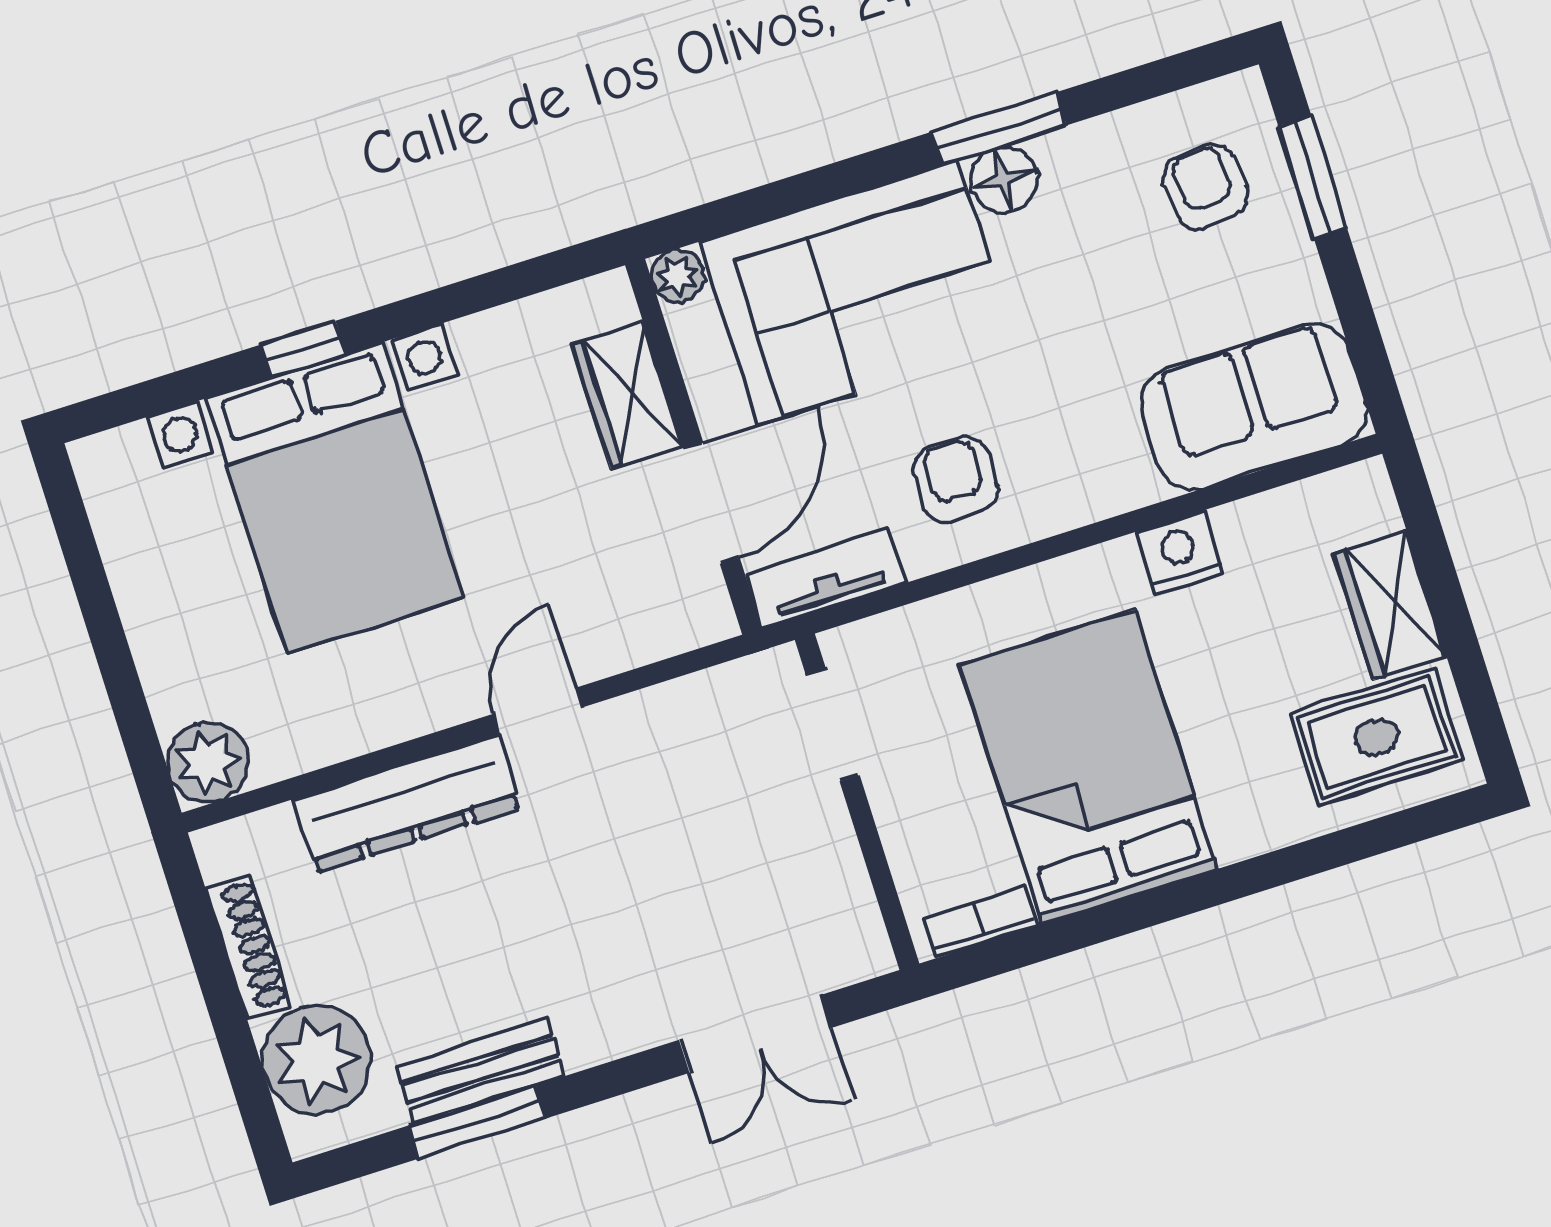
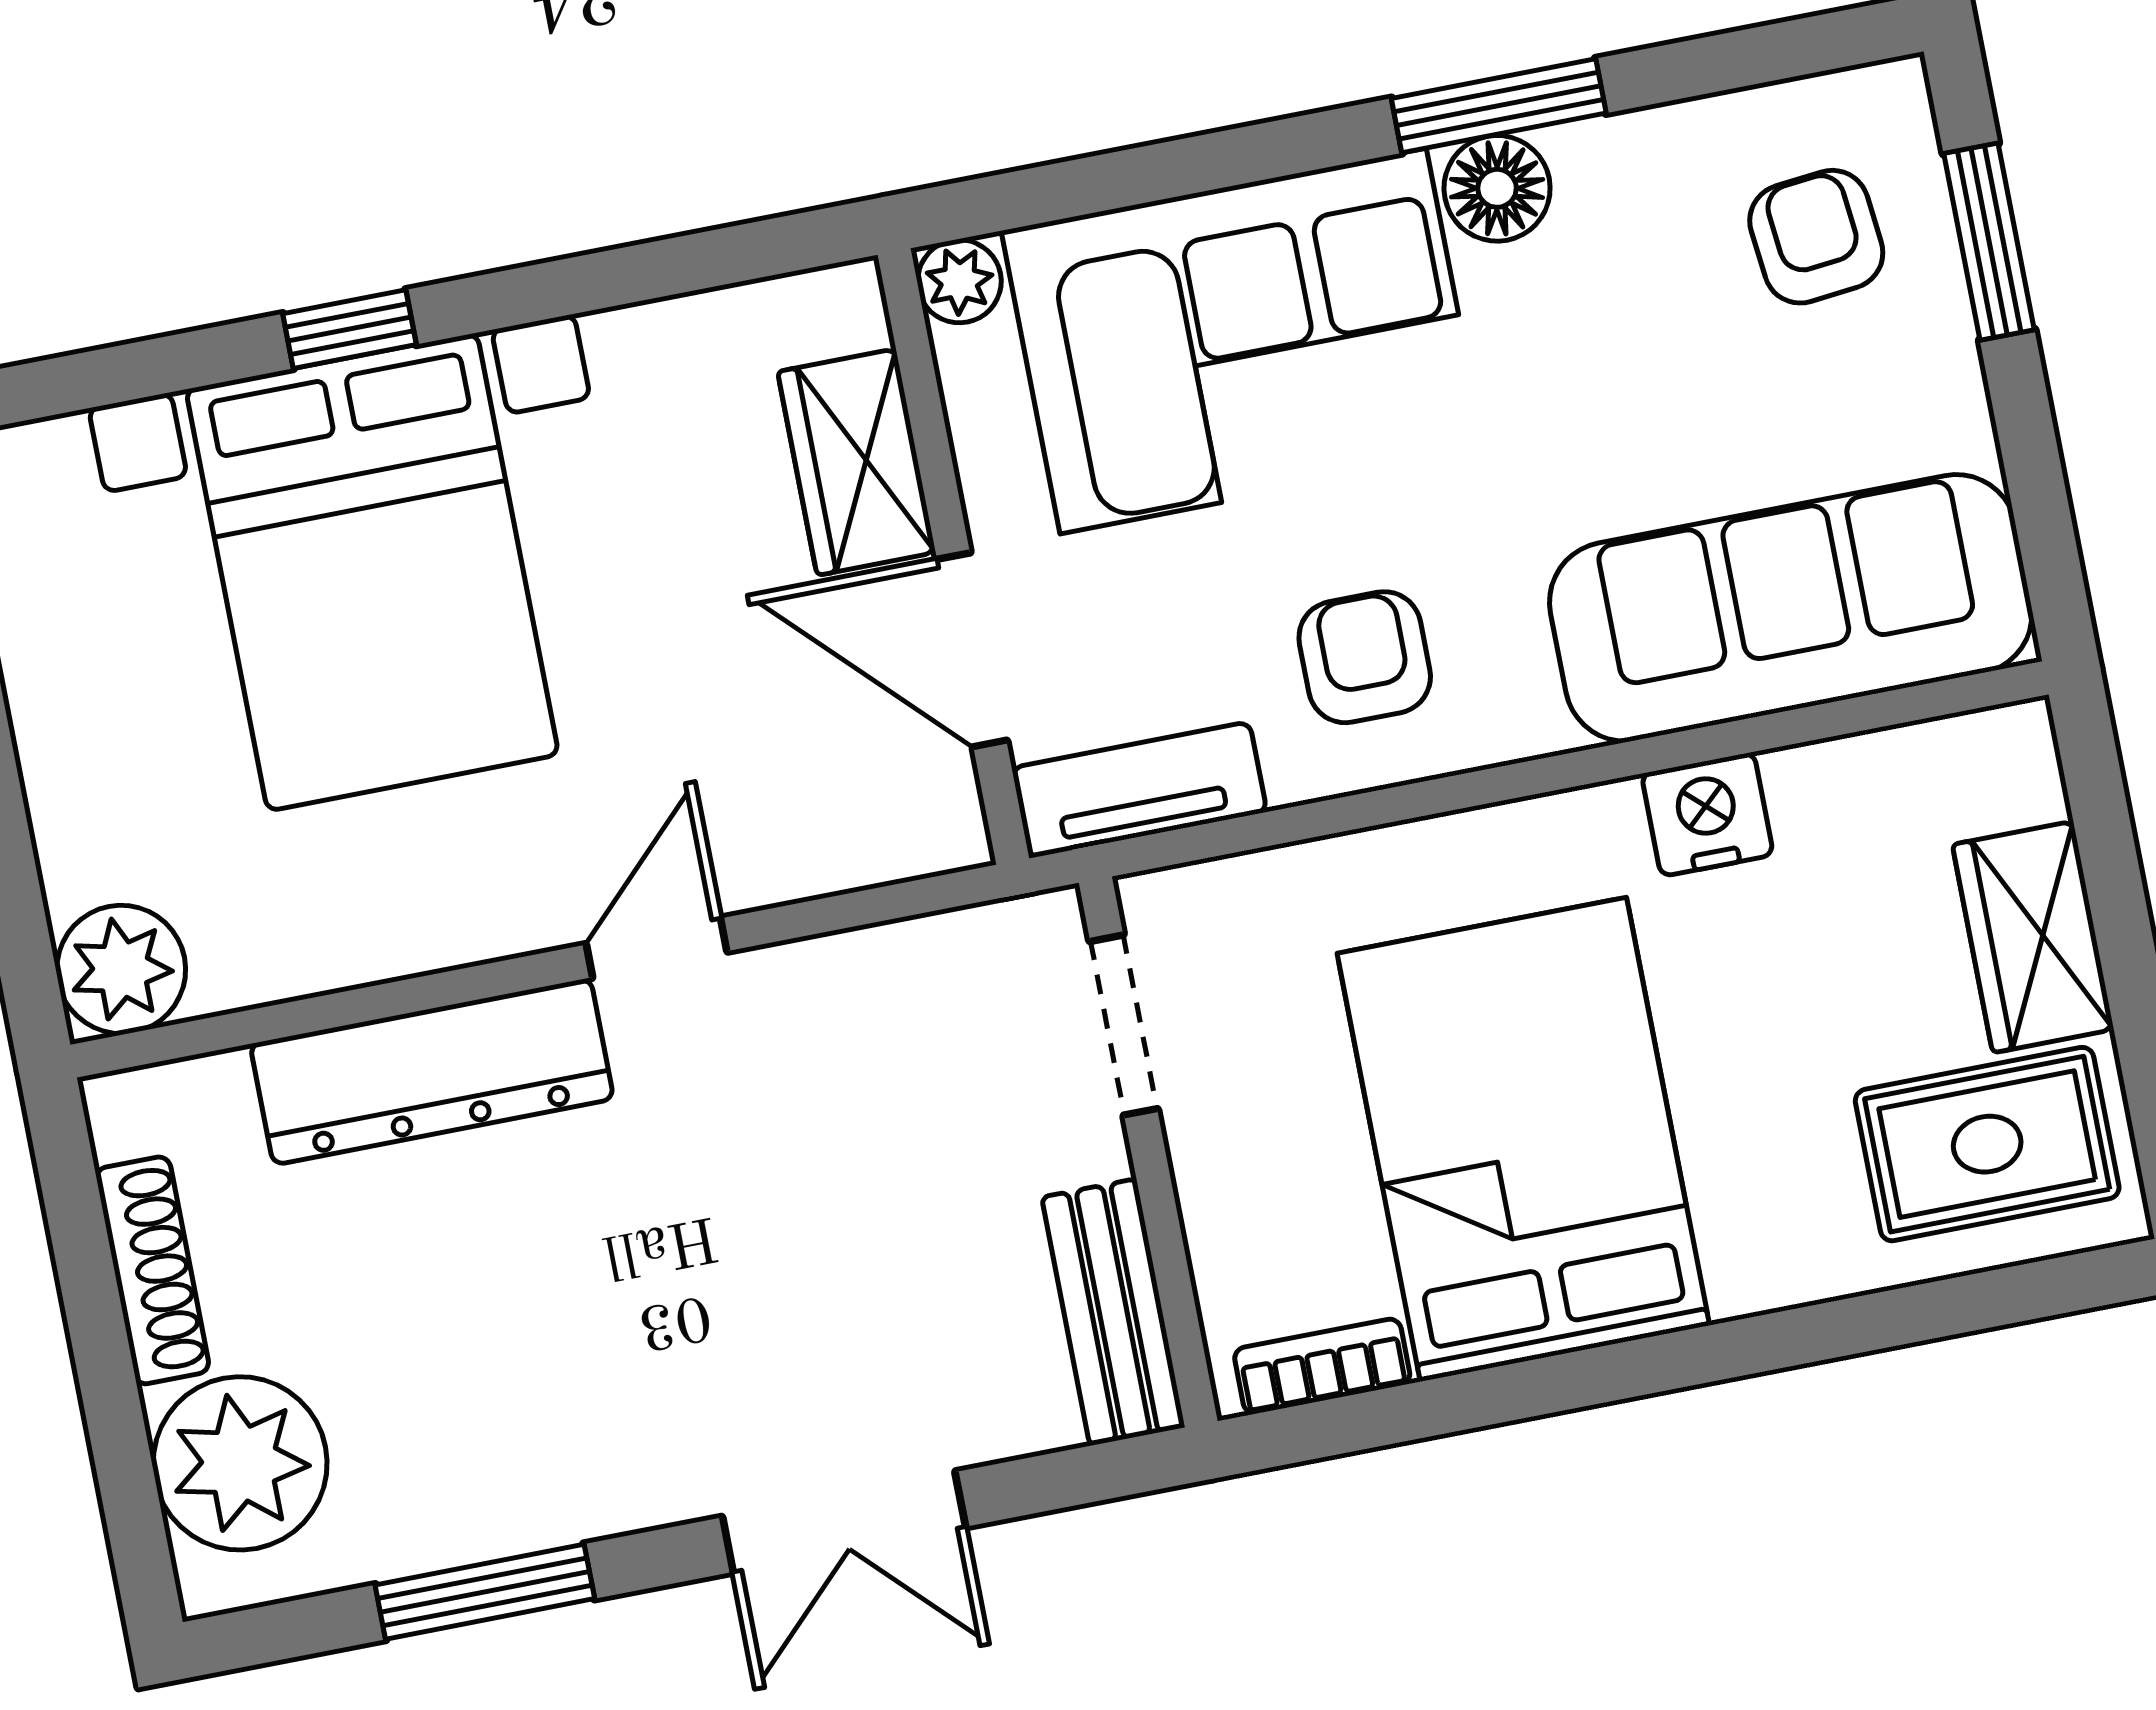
sofa: (1254, 407) -> (1791, 608), width x1.36
door: (712, 503) -> (972, 650), swing flipped
double door: (755, 1034) -> (844, 1522), moved
bench: (480, 1071) -> (1113, 1312), moved, turned 90

